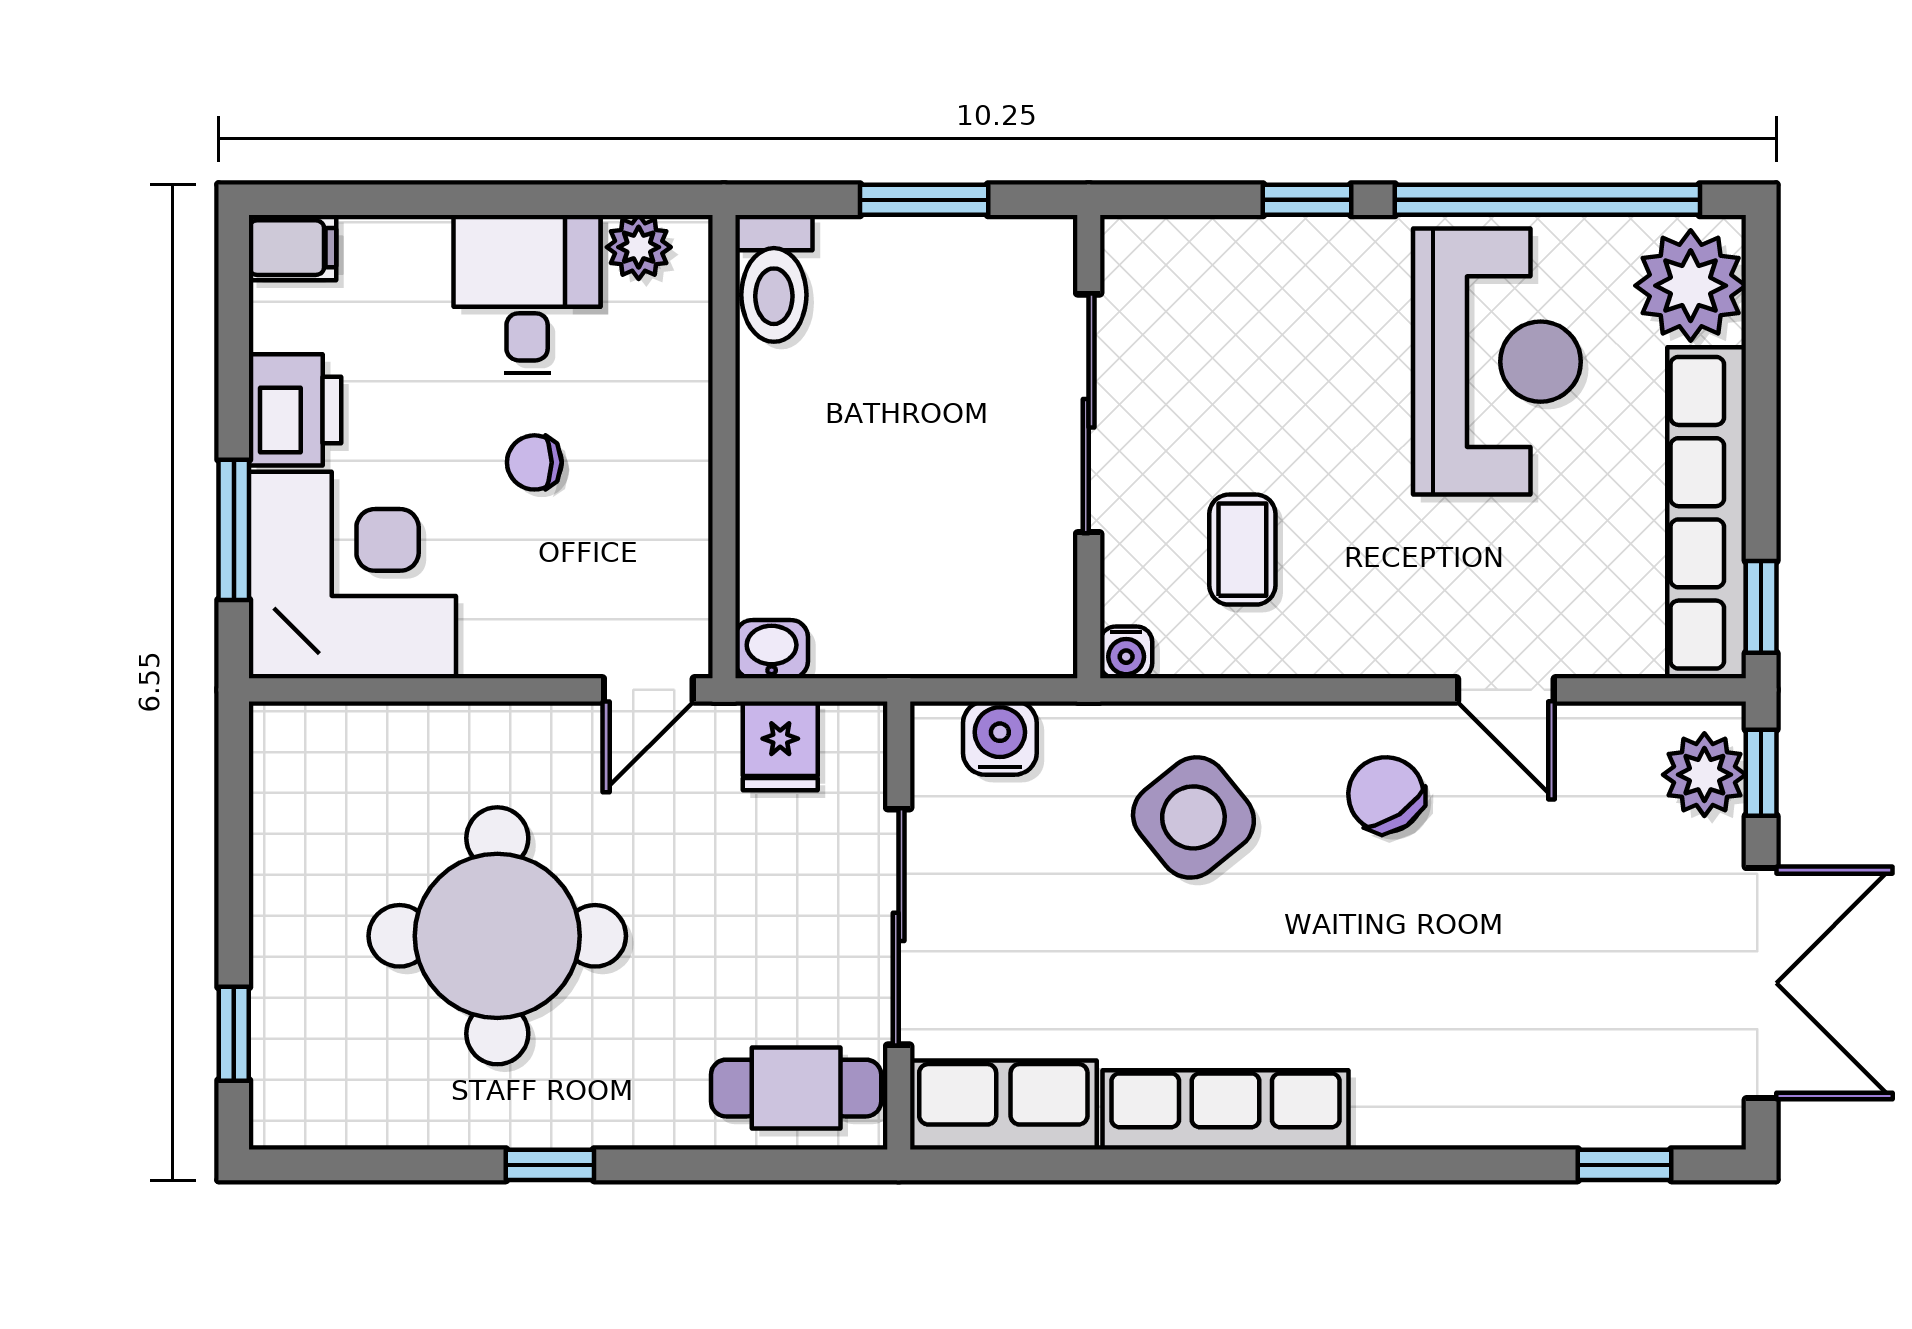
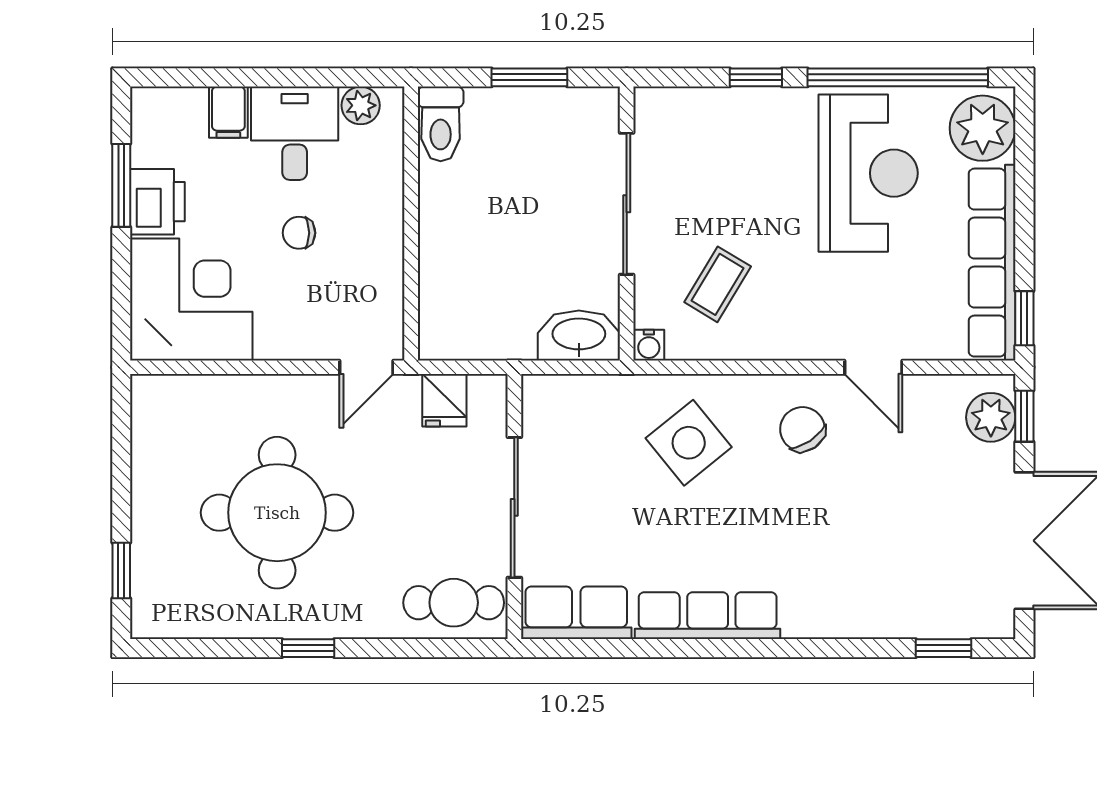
filing cabinet: (293, 248) -> (228, 112), moved, turned 90
window: (234, 530) -> (121, 185), moved
coffee table: (1242, 550) -> (718, 284), turned 31
washbasin: (772, 649) -> (579, 335), moved, width x1.91, depth x1.45
water cooler: (1000, 738) -> (574, 396), removed

